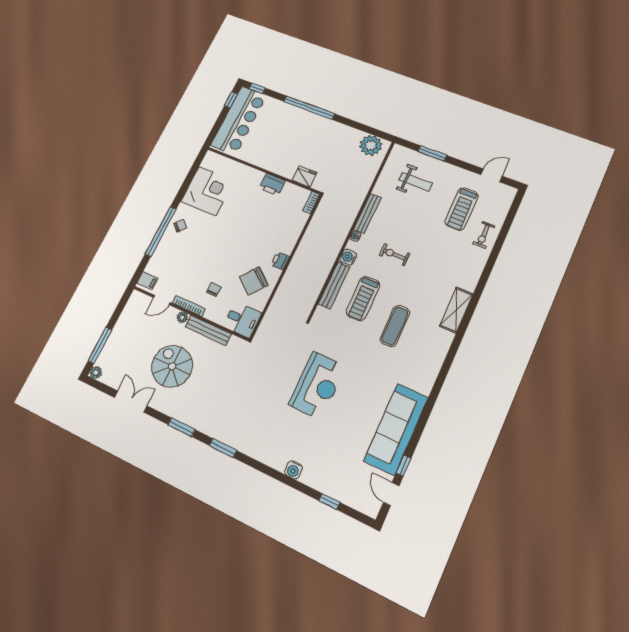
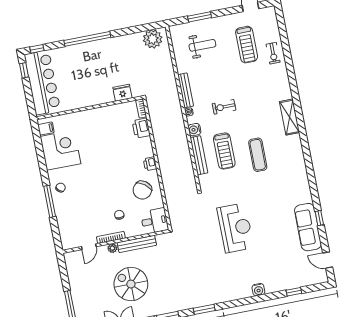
printer: (272, 185) -> (141, 128), moved, turned 90
window: (161, 232) -> (50, 201), width x0.68
filing cabinet: (147, 281) -> (46, 129), moved
sofa: (396, 429) -> (308, 227), width x0.74, depth x0.79
window: (403, 466) -> (319, 218), moved

